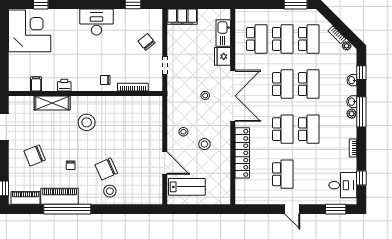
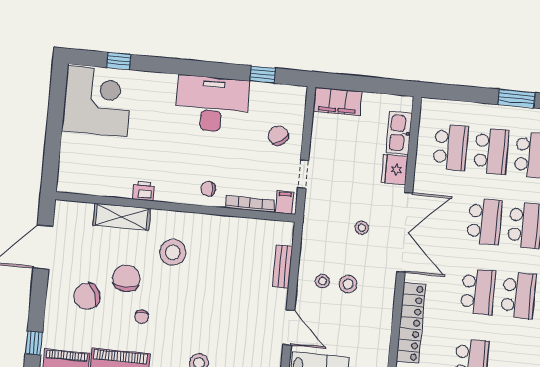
desk: (96, 22) -> (212, 104), width x1.36, depth x1.30
filing cabinet: (36, 84) -> (284, 202), moved
bench: (157, 125) -> (283, 267), added
stool: (204, 144) -> (348, 284), moved
chair: (106, 169) -> (126, 278), moved, turned 114

